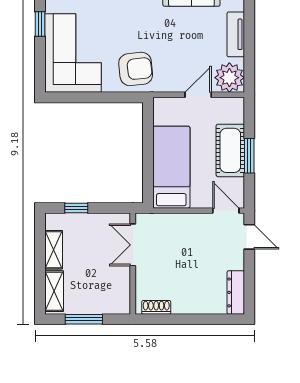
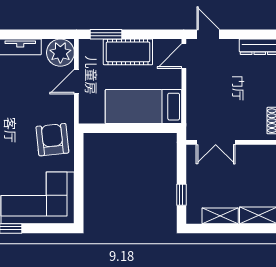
door: (198, 95) -> (76, 82), hinge flipped
window: (249, 156) -> (106, 34), moved
door: (249, 237) -> (208, 34), hinge flipped

